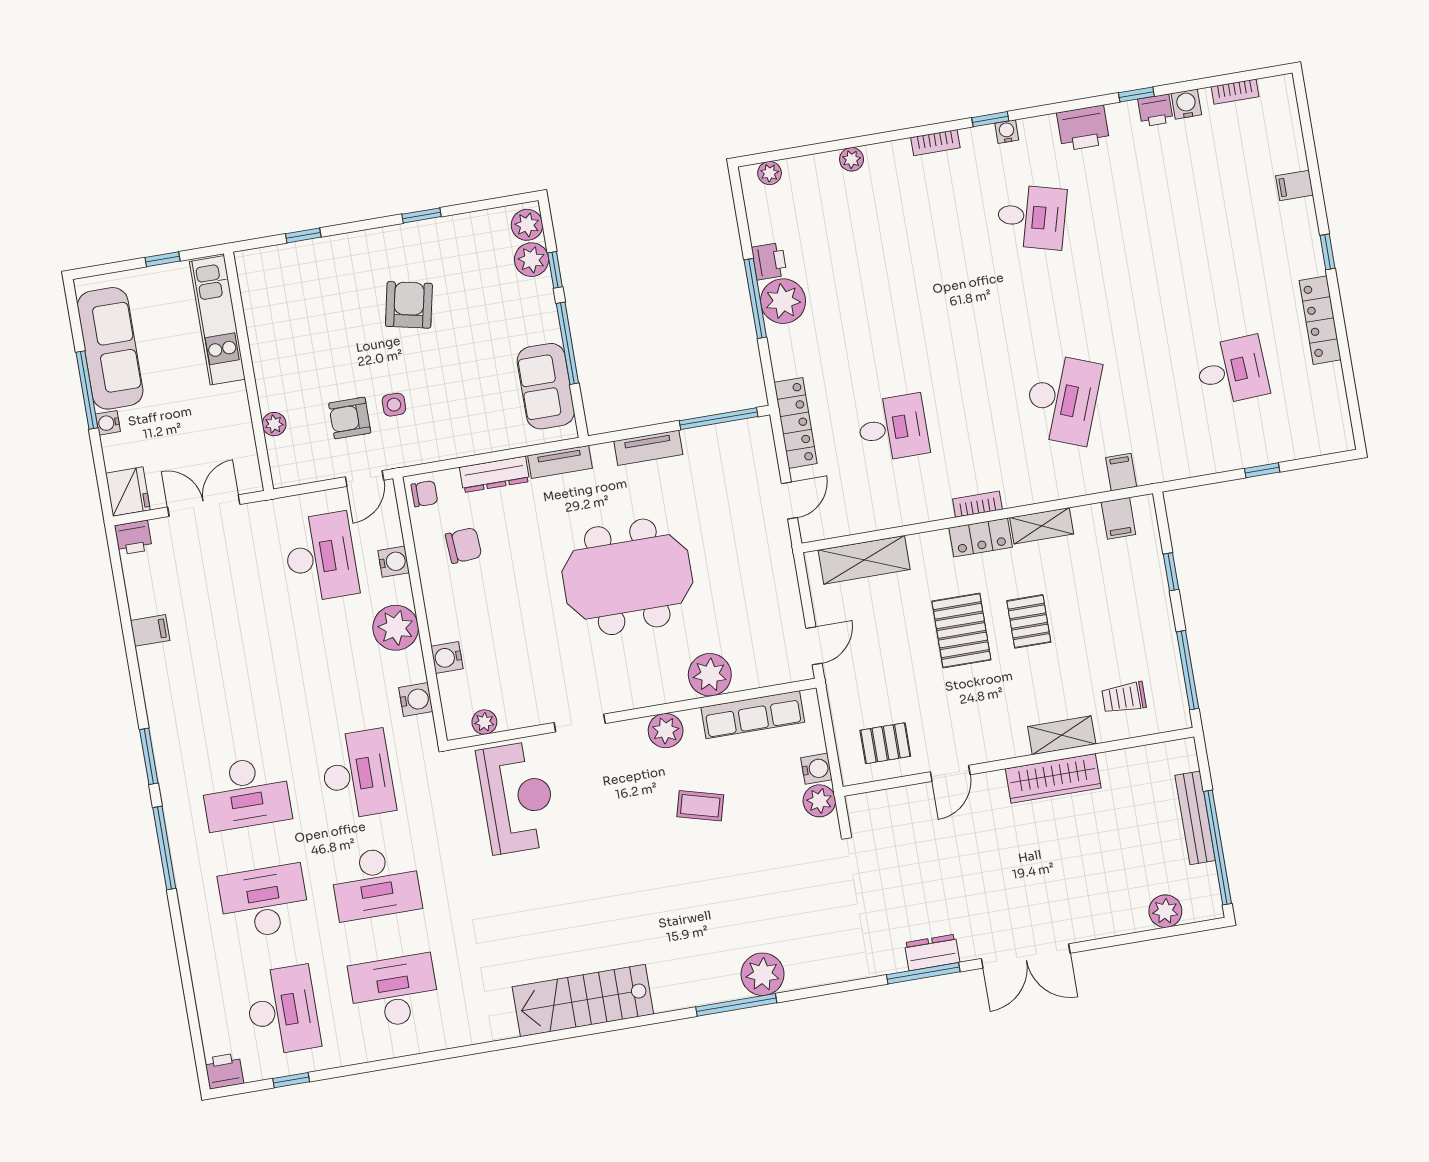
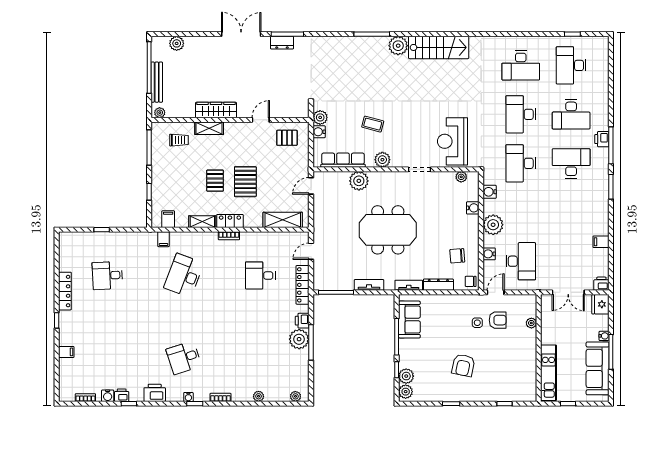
desk: (1032, 217) -> (184, 358), turned -33
printer: (769, 261) -> (302, 321), moved
desk: (321, 557) -> (521, 261), turned 180
plant: (1177, 751) -> (160, 113), added
desk: (376, 883) -> (521, 114), turned -90
plant: (763, 974) -> (398, 46), moved
printer: (224, 1071) -> (602, 139), moved, turned 90

